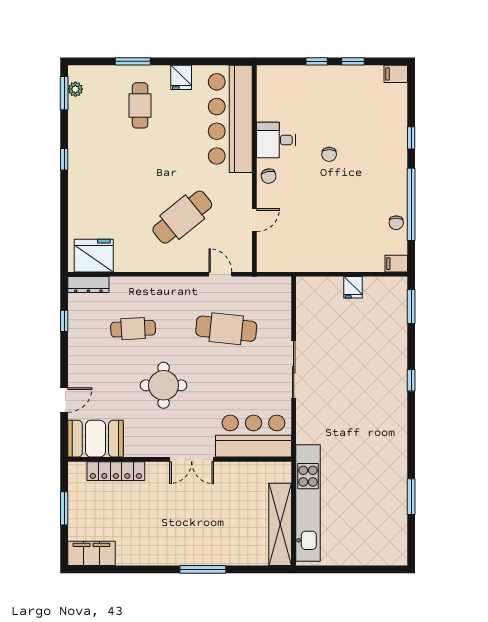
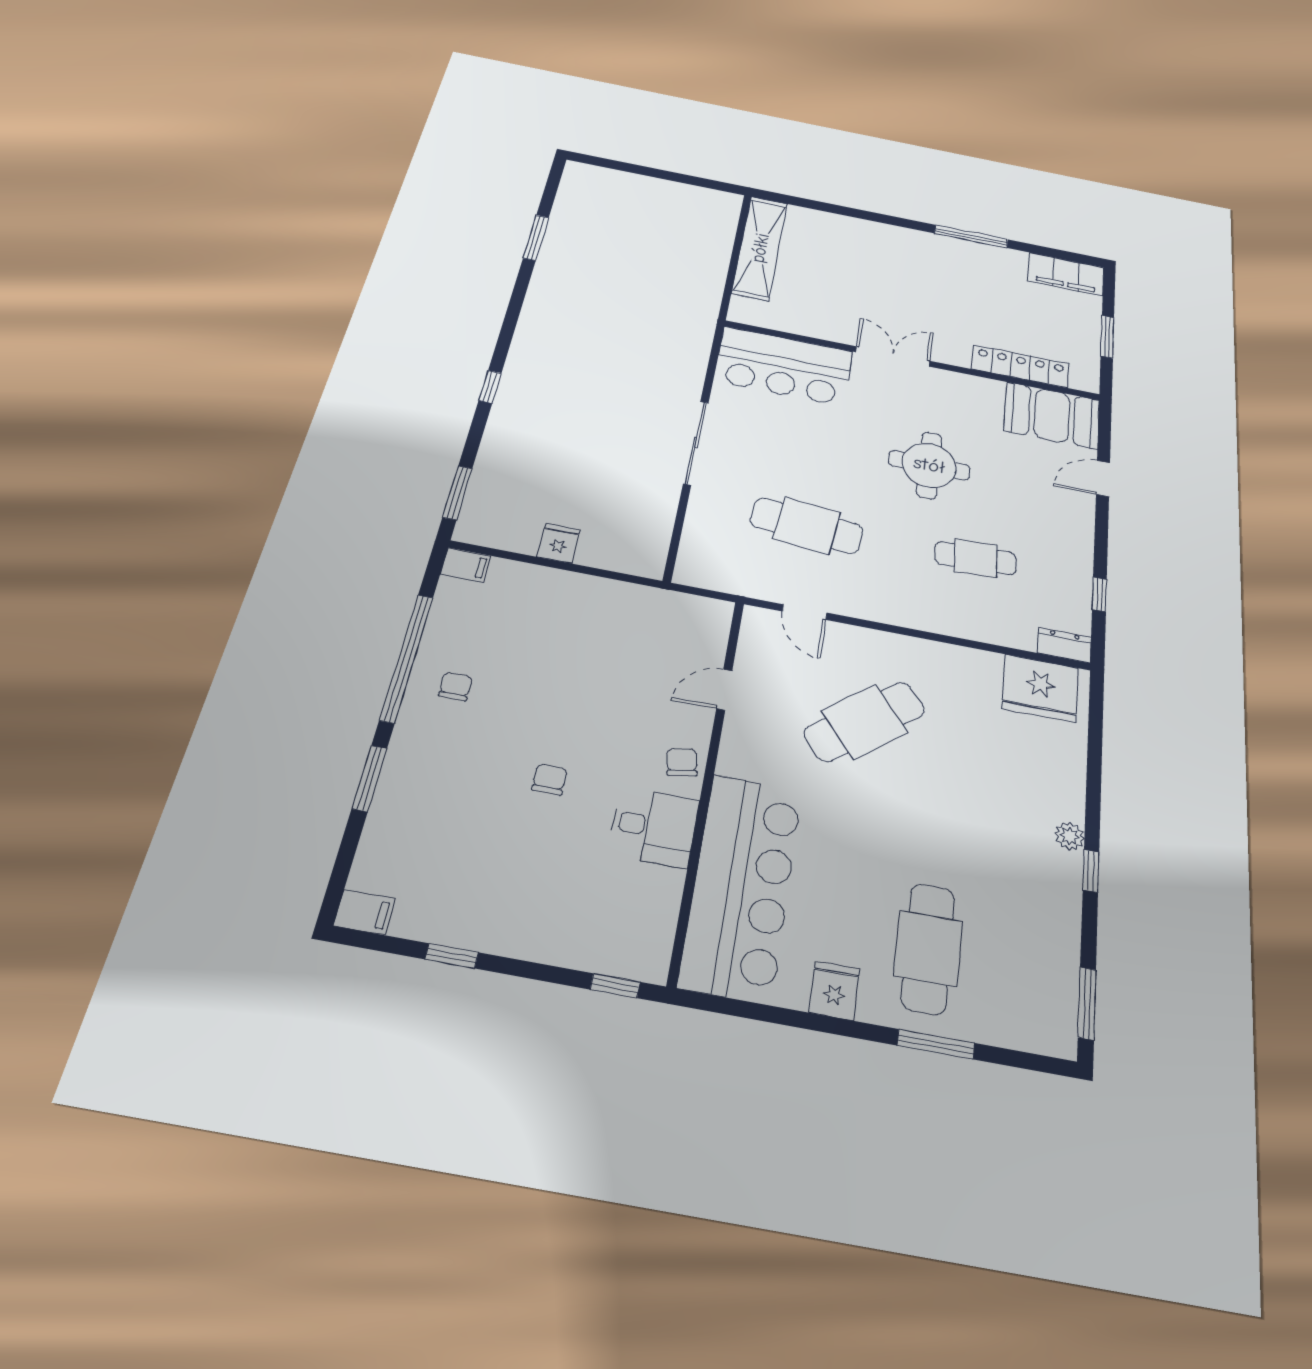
window: (317, 61) -> (615, 986), moved
plant: (75, 89) -> (1070, 836), moved
cafe table: (140, 105) -> (928, 948), width x1.37, depth x1.35
window: (411, 138) -> (369, 778), width x1.50
chair: (396, 223) -> (455, 686), moved
dresser: (88, 285) -> (1064, 645), width x0.70
kitchen unit: (308, 503) -> (709, 264), removed
window: (203, 569) -> (971, 236), moved

